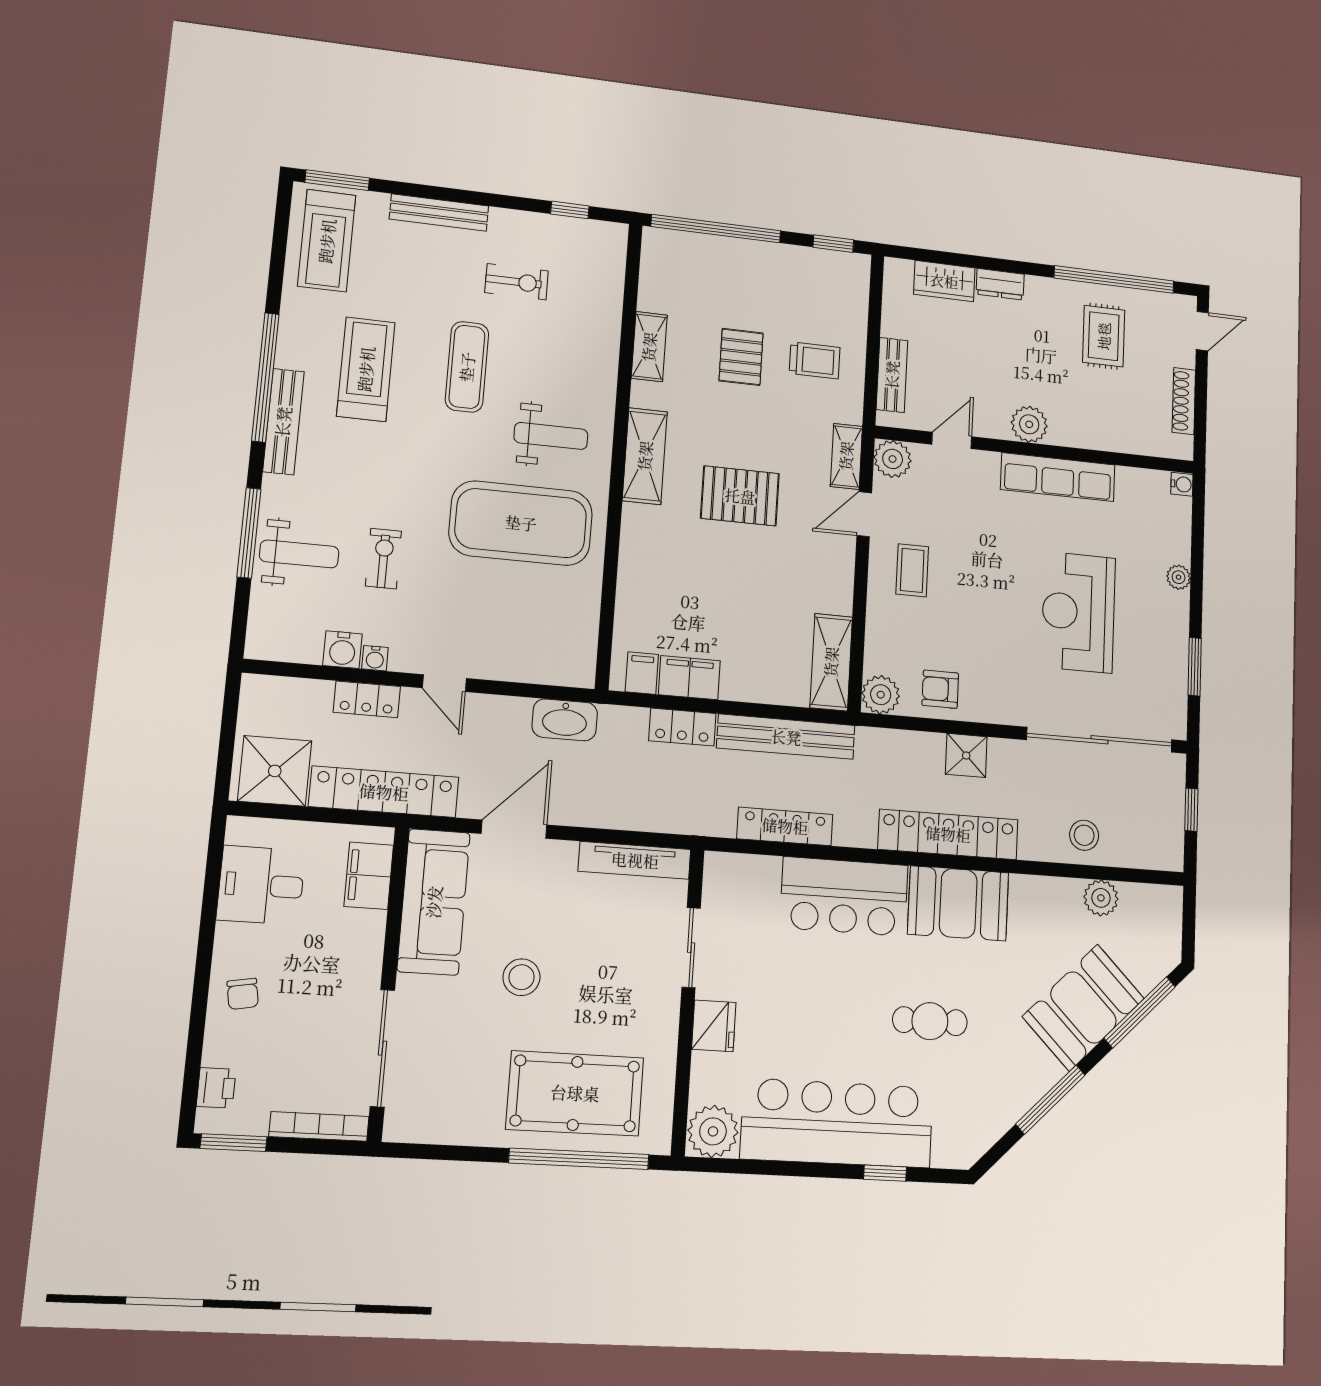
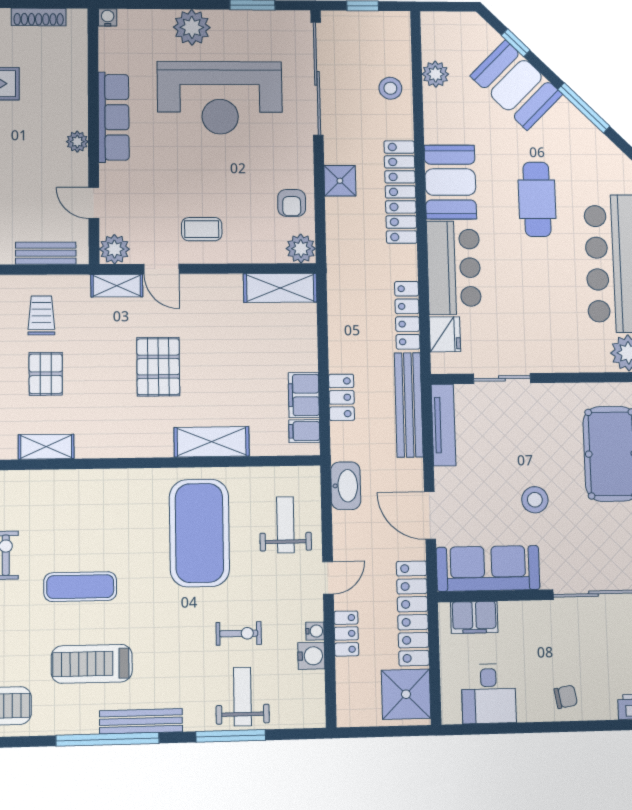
pallet: (741, 357) -> (46, 374), turned 90
plant: (1029, 424) -> (77, 142), width x0.73, depth x0.73
weight bench: (551, 436) -> (285, 525), moved
shelving: (645, 456) -> (212, 442), moved
exercise bike: (383, 559) -> (239, 633), turned 180
plant: (1179, 577) -> (192, 27), width x1.88, depth x1.88
reception desk: (1078, 612) -> (220, 98), width x1.36, depth x1.30
bench: (786, 737) -> (409, 405), moved
window: (1140, 1012) -> (516, 43), width x0.46
cafe table: (930, 1021) -> (537, 199), width x1.37, depth x1.35
fridge: (714, 1026) -> (445, 334), moved, turned 90

